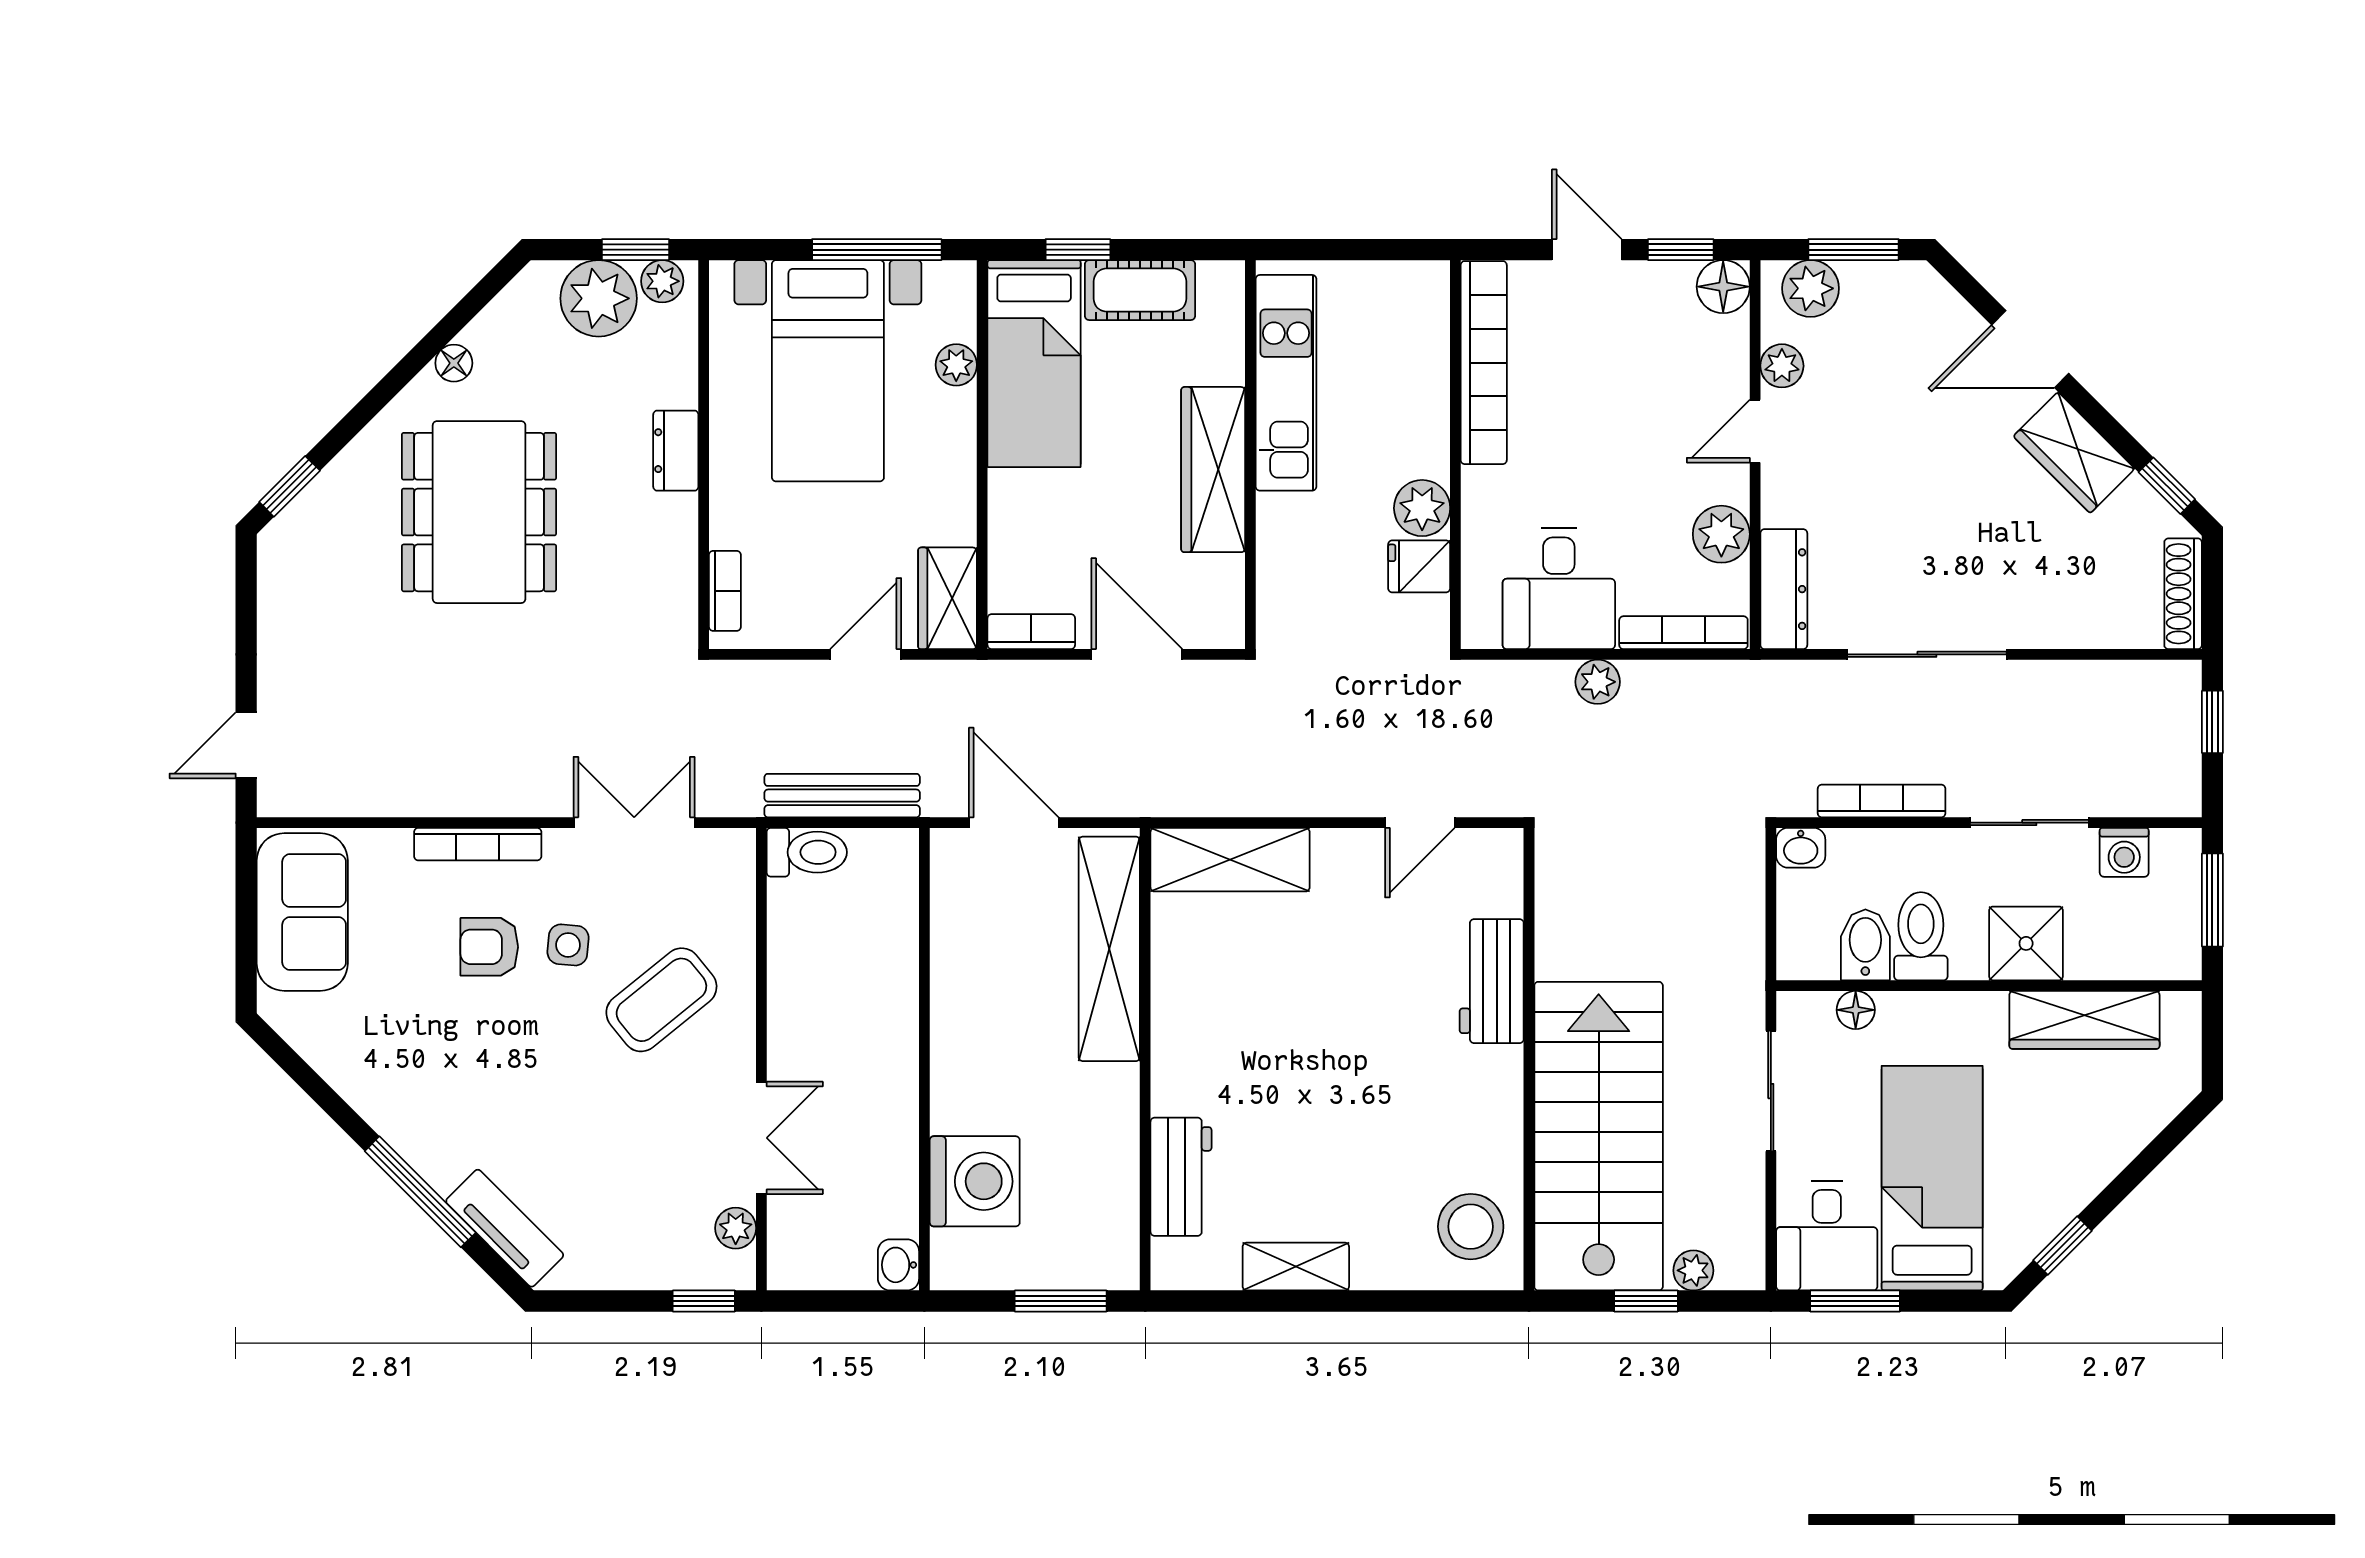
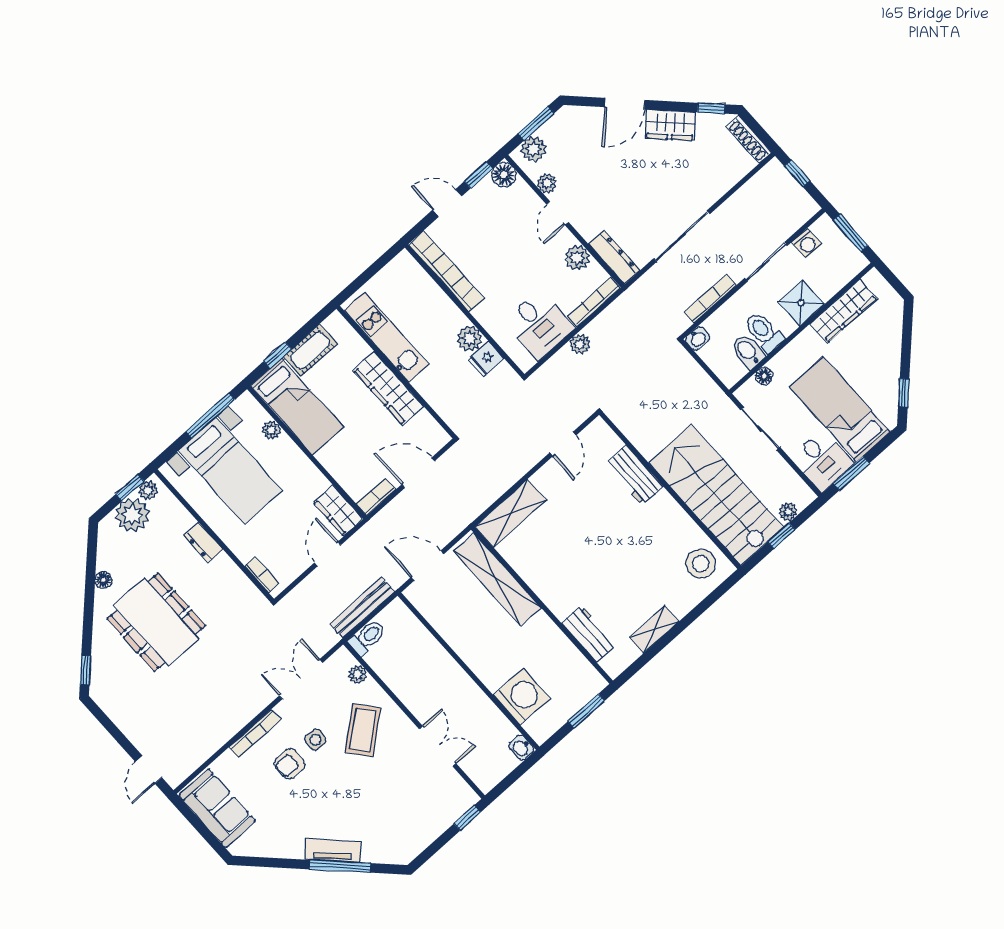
tv unit: (505, 1228) -> (333, 851), moved
plant: (736, 1228) -> (358, 674), moved

